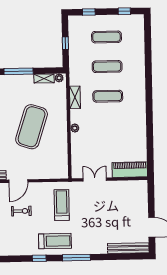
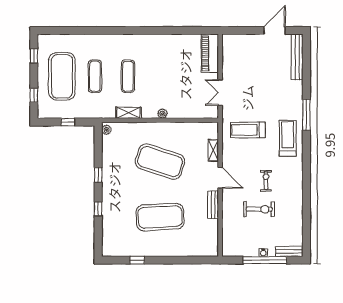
exercise mat: (106, 37) -> (62, 76), width x2.00, depth x1.45
window: (19, 71) -> (98, 175), width x0.46
shelving: (44, 78) -> (213, 150), moved
exercise bike: (21, 211) -> (266, 181), moved
window: (39, 258) -> (306, 156), removed

